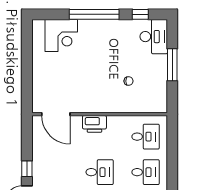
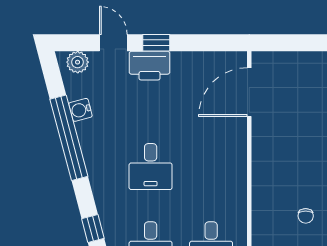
printer: (94, 124) -> (150, 66), moved, turned -90

